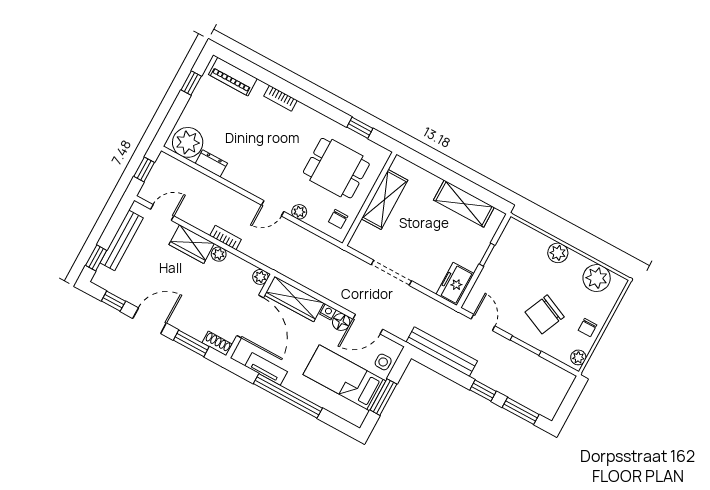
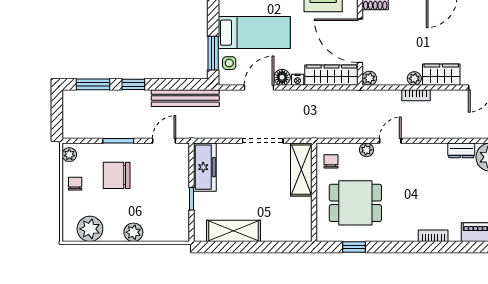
shelving: (385, 200) -> (301, 170), moved
freezer: (455, 284) -> (205, 167), width x1.40
chair: (545, 314) -> (117, 175), turned -114
door: (483, 323) -> (164, 141), swing flipped
window: (383, 397) -> (213, 53), moved

